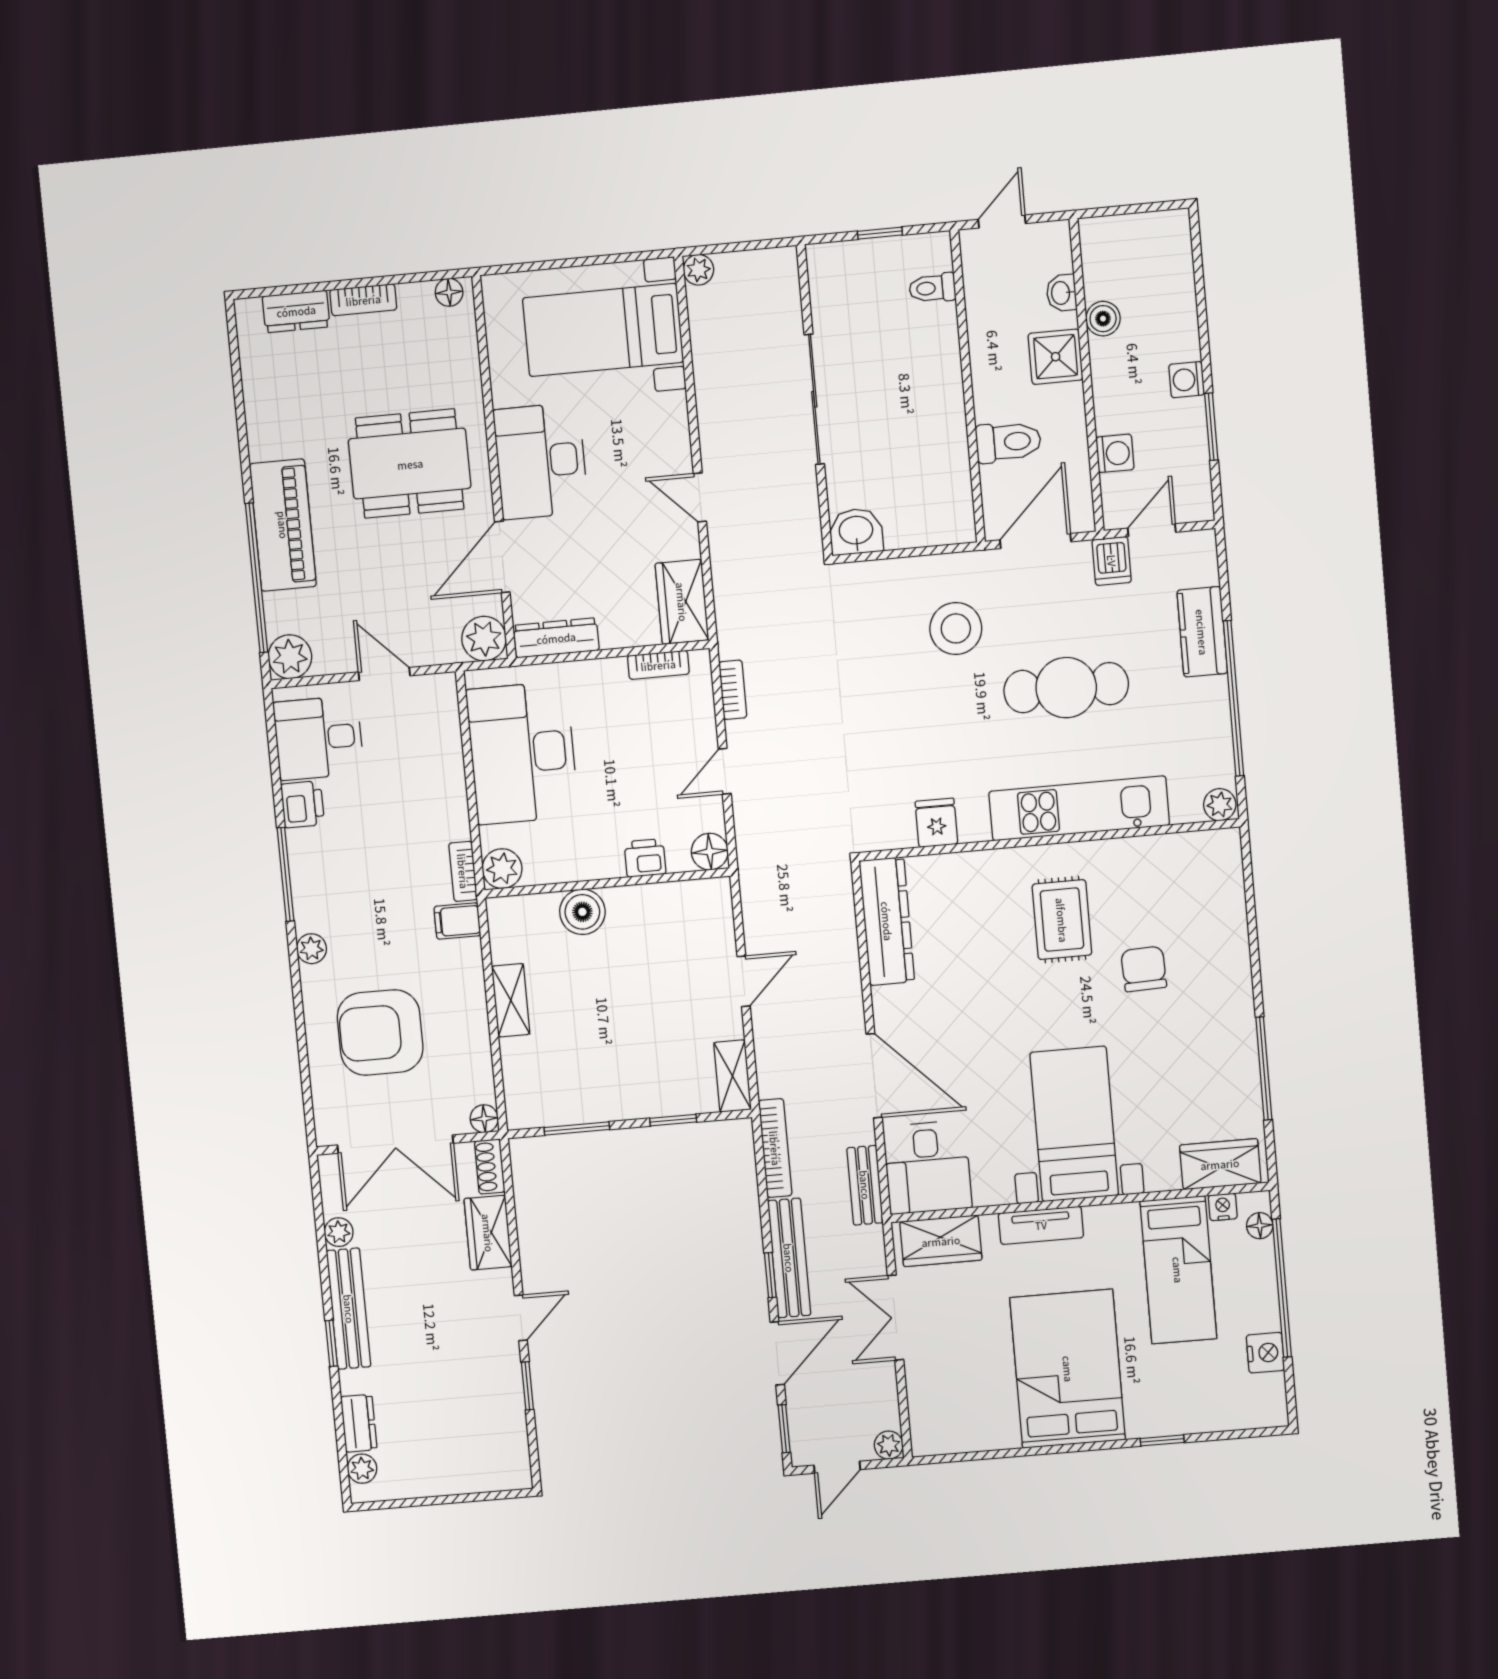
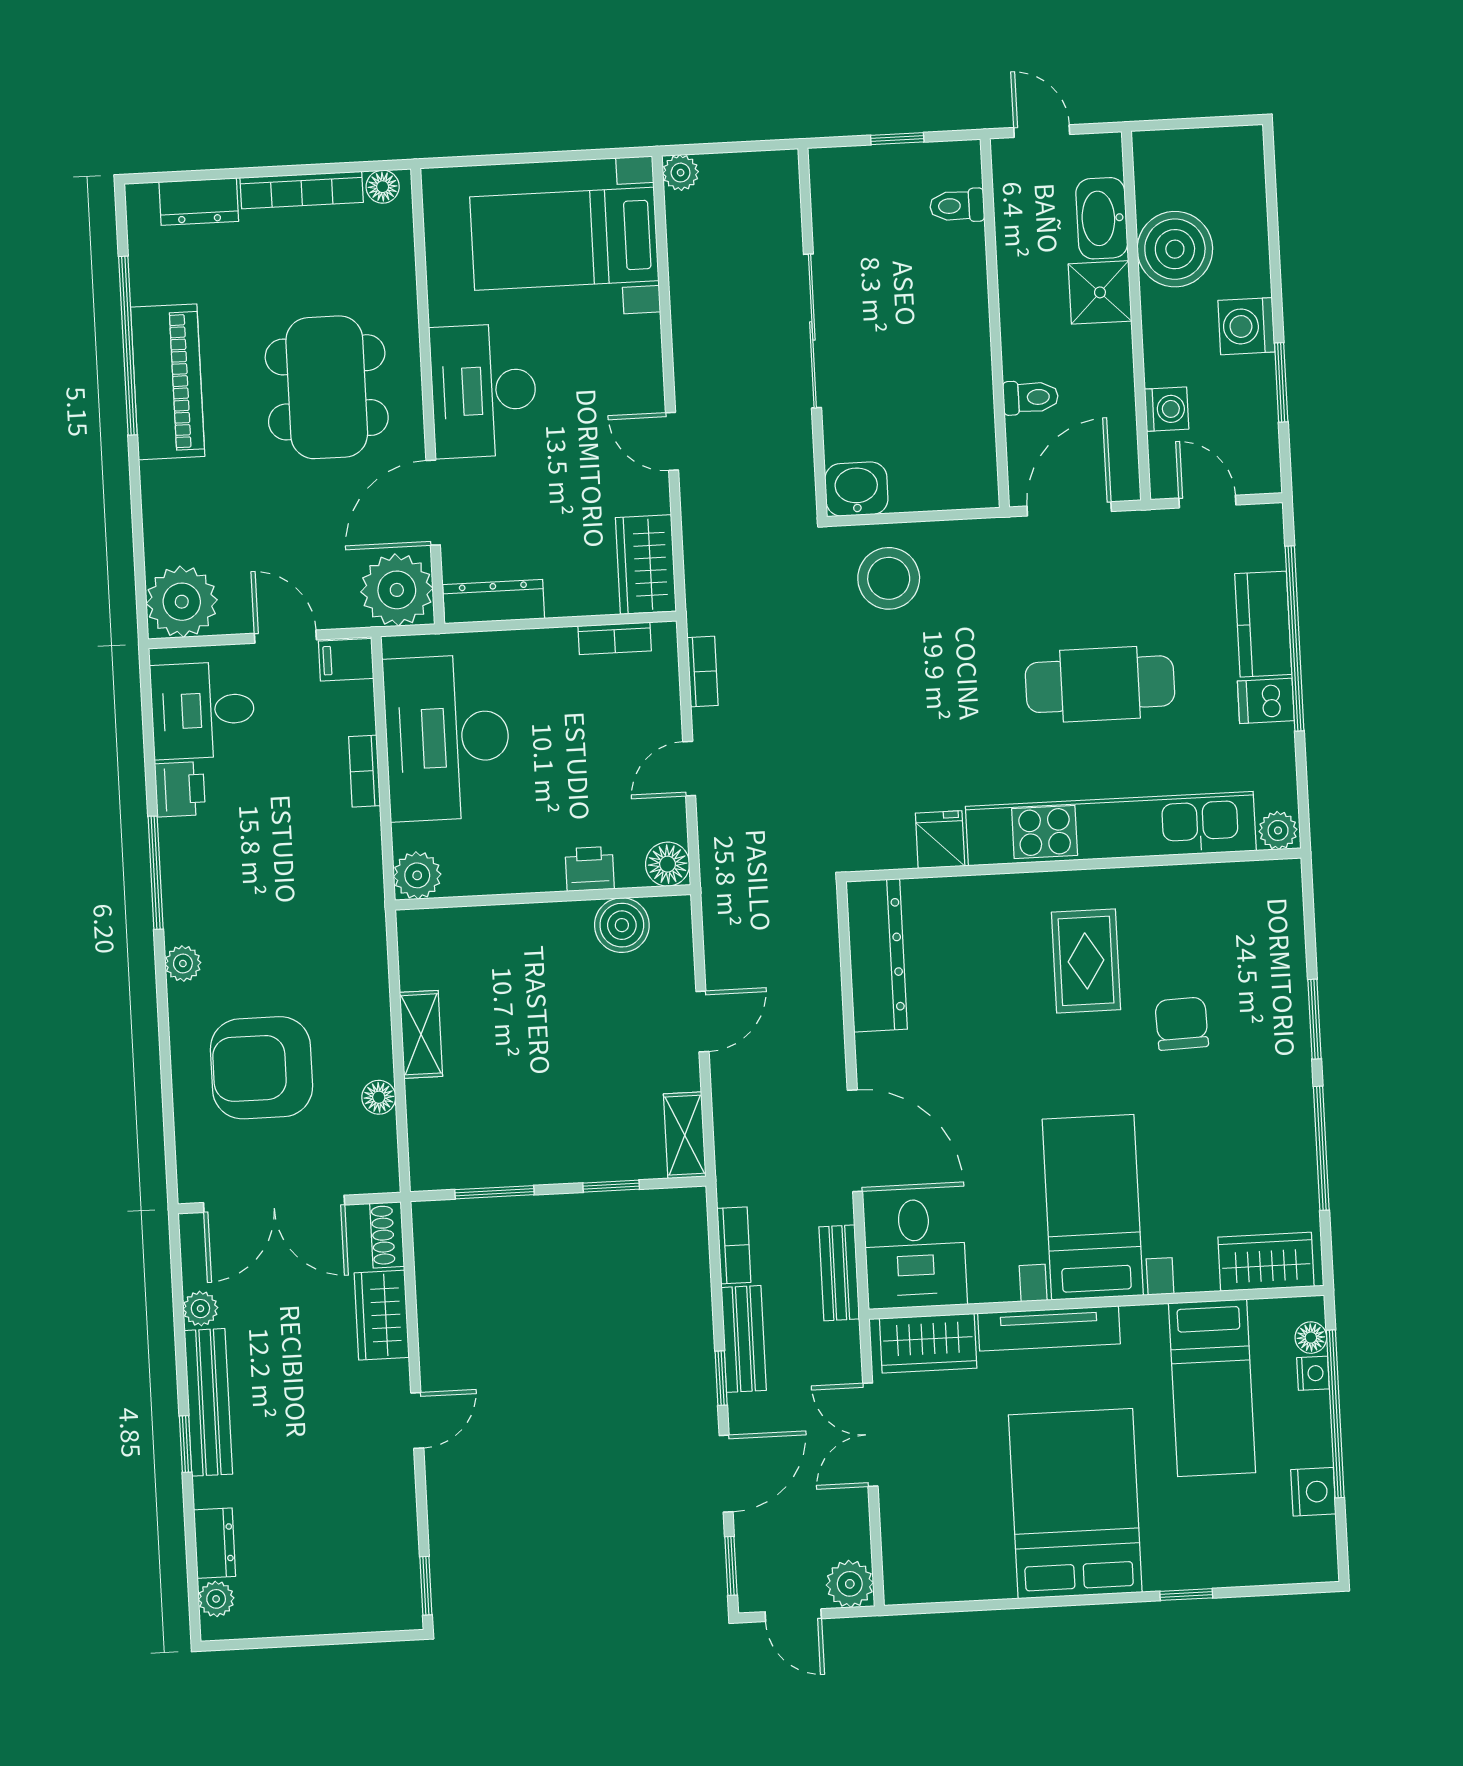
door: (1002, 221) -> (1042, 131), hinge flipped
washbasin: (1061, 293) -> (1102, 218), width x1.91, depth x1.45
bookcase: (363, 300) -> (302, 190), width x1.56
boiler: (1103, 319) -> (1175, 249), width x1.86, depth x1.86
washing machine: (1187, 380) -> (1246, 326), width x1.38, depth x1.38
toilet: (1008, 442) -> (1031, 397), width x0.73, depth x0.72
dining table: (410, 464) -> (327, 387), turned 90
piano: (283, 525) -> (168, 382), moved
door: (1152, 530) -> (1207, 502), hinge flipped
dishwasher: (1112, 561) -> (1266, 701), moved, turned 90
window: (257, 578) -> (128, 346), moved
stool: (956, 628) -> (889, 578), moved
plant: (484, 639) -> (397, 590), width x1.36, depth x1.36
plant: (290, 657) -> (182, 602), width x1.36, depth x1.36
window: (1233, 698) -> (1295, 638), moved
kitchen unit: (1079, 808) -> (1111, 829), width x1.36
bookcase: (463, 871) -> (364, 771), moved
boiler: (582, 912) -> (622, 925), moved
filing cabinet: (457, 921) -> (346, 660), moved
window: (1255, 961) -> (1315, 1019), added
floor lamp: (484, 1119) -> (379, 1097), moved
bookcase: (775, 1148) -> (734, 1245), width x0.64
nightstand: (1223, 1207) -> (1313, 1373), moved, turned 90
tv unit: (1041, 1225) -> (1049, 1328), width x1.41
bench: (789, 1258) -> (744, 1339), width x0.73
window: (527, 1386) -> (426, 1586), moved
plant: (889, 1445) -> (850, 1584), width x1.38, depth x1.38
door: (837, 1467) -> (793, 1615), hinge flipped

